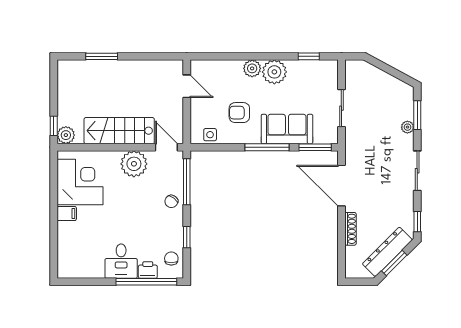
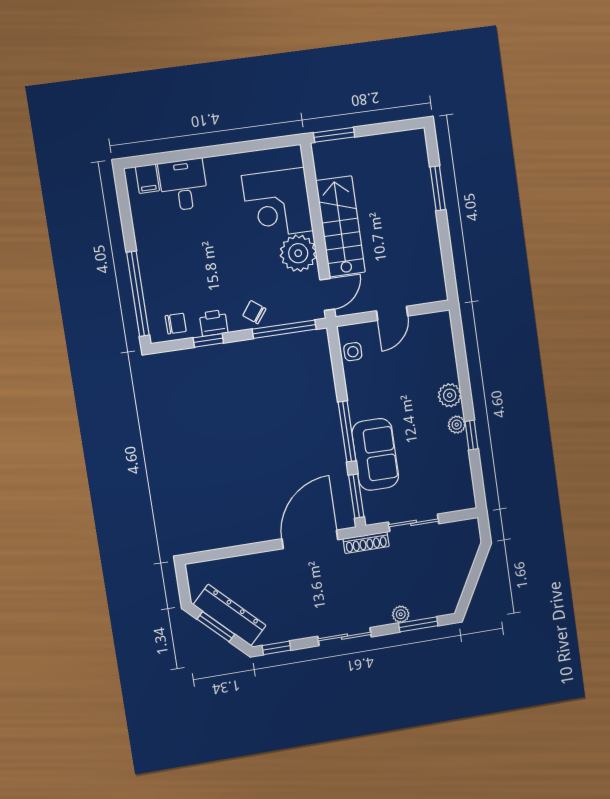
window: (309, 56) -> (472, 435), moved
plant: (274, 72) -> (457, 425), width x0.53, depth x0.53
door: (187, 86) -> (392, 313), moved
armchair: (239, 113) -> (388, 387), removed
window: (54, 126) -> (334, 135), width x1.50
plant: (66, 135) -> (324, 153), removed
corner desk: (80, 182) -> (277, 203), moved, turned 90
filing cabinet: (67, 214) -> (147, 179), moved
shoe rack: (350, 229) -> (366, 543), moved
desk: (121, 261) -> (183, 185), moved, turned 90
printer: (148, 270) -> (214, 323), moved, turned -90

